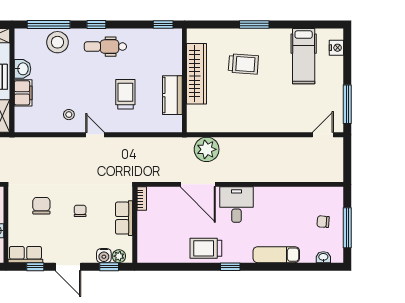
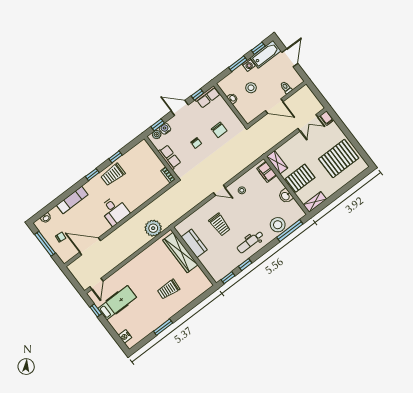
window: (96, 25) -> (245, 265), moved
window: (254, 25) -> (163, 327), moved
dental chair: (105, 47) -> (250, 242), turned 180
hospital bed: (304, 56) -> (117, 303), moved, turned 90
wardrobe: (197, 74) -> (180, 252), moved
filing cabinet: (23, 93) -> (267, 172), moved
window: (347, 104) -> (96, 310), width x0.46
door: (198, 184) -> (90, 246), moved
trolley: (206, 248) -> (113, 175), turned 180
window: (187, 267) -> (115, 157), added

